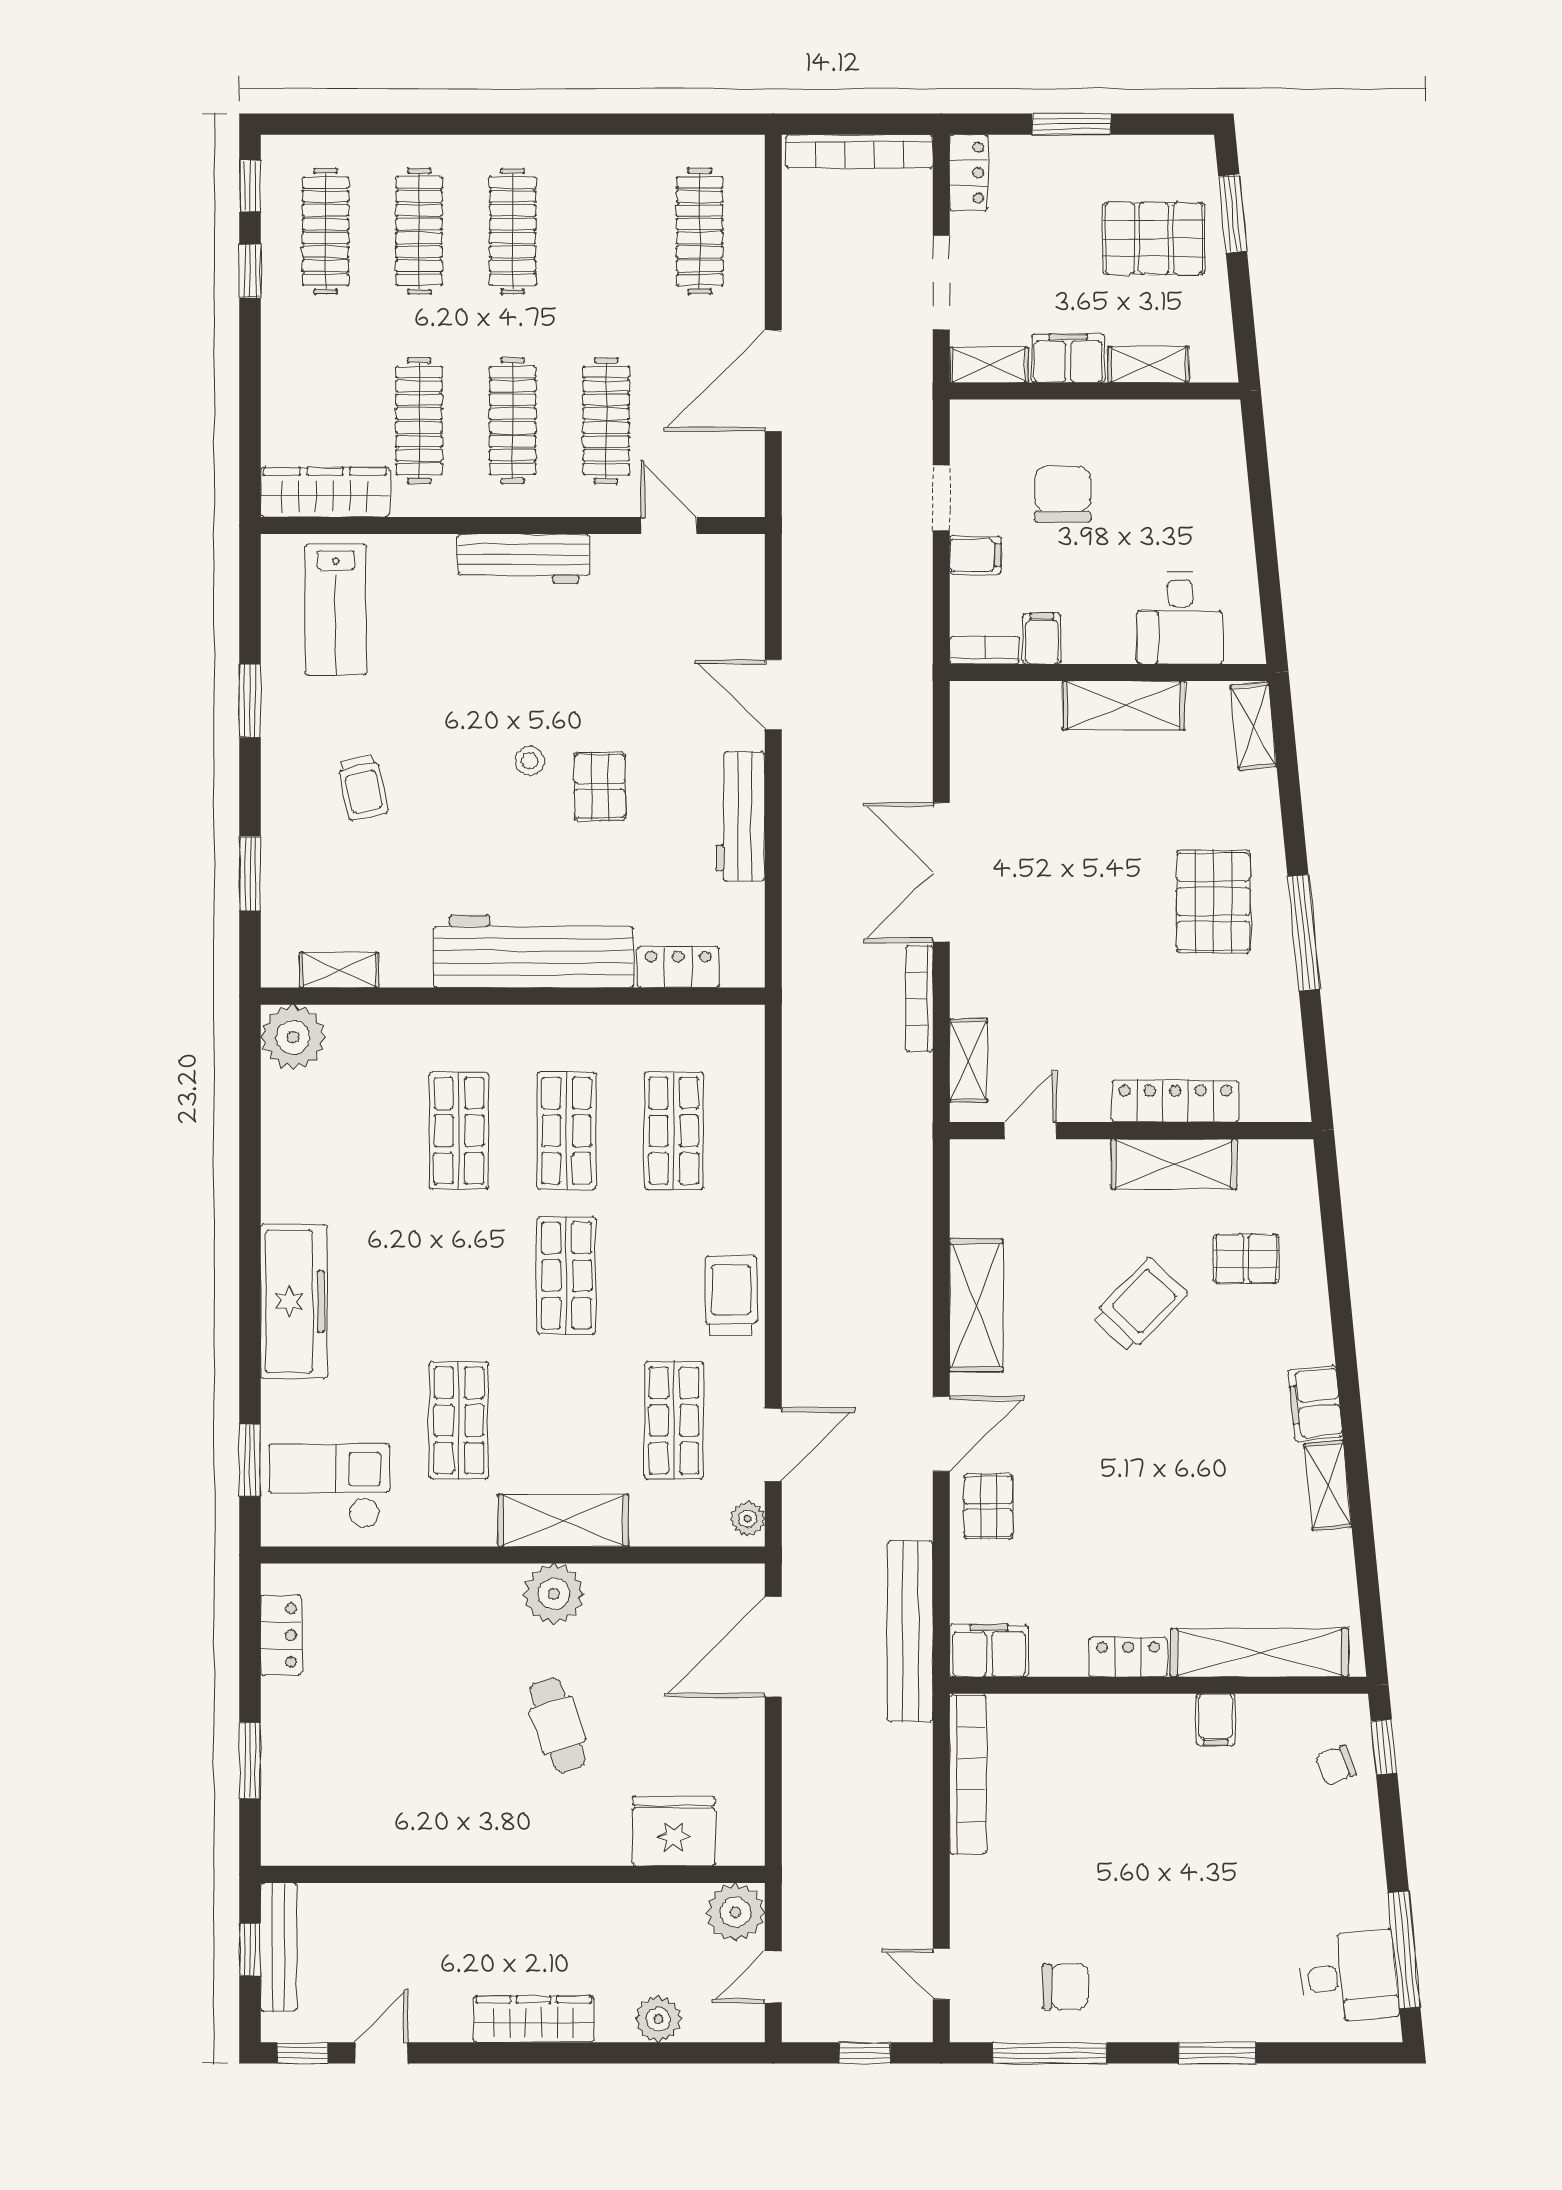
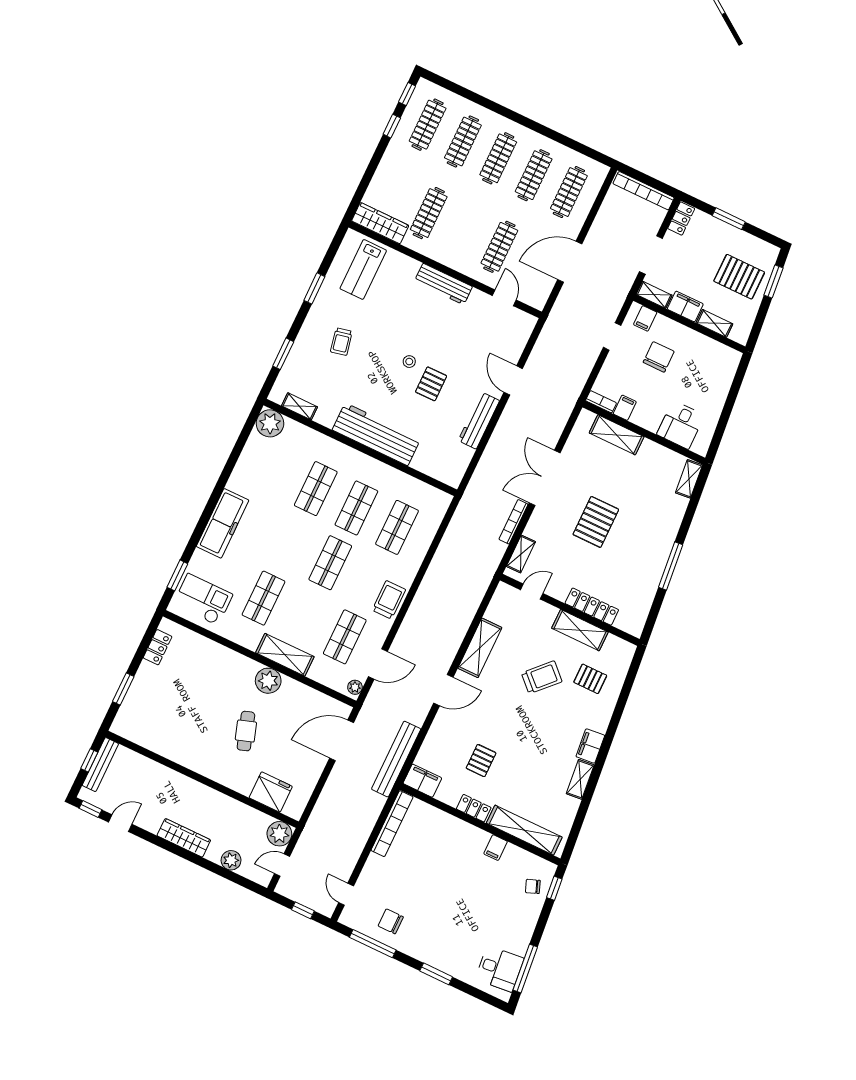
clothes rail: (513, 421) -> (534, 175), moved
filing cabinet: (975, 555) -> (645, 318), moved, turned 90
shelving: (1124, 705) -> (617, 435), moved
pallet: (1213, 901) -> (596, 522), moved
locker: (678, 967) -> (428, 466), removed
pallet: (988, 1506) -> (481, 761), moved
chair: (1065, 1987) -> (391, 921), turned 180

